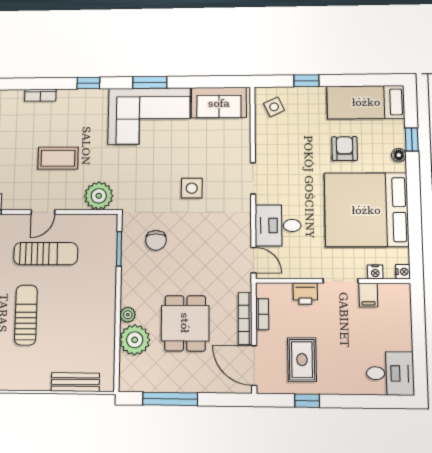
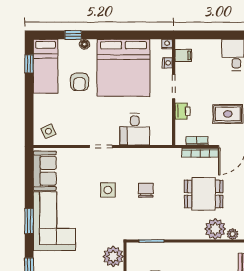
window: (306, 81) -> (29, 64), moved
armchair: (345, 149) -> (80, 82), turned -90
chair: (156, 240) -> (146, 190), moved, turned -90
door: (253, 260) -> (159, 147), removed
filing cabinet: (368, 295) -> (183, 55), moved
plant: (128, 315) -> (233, 234), moved

